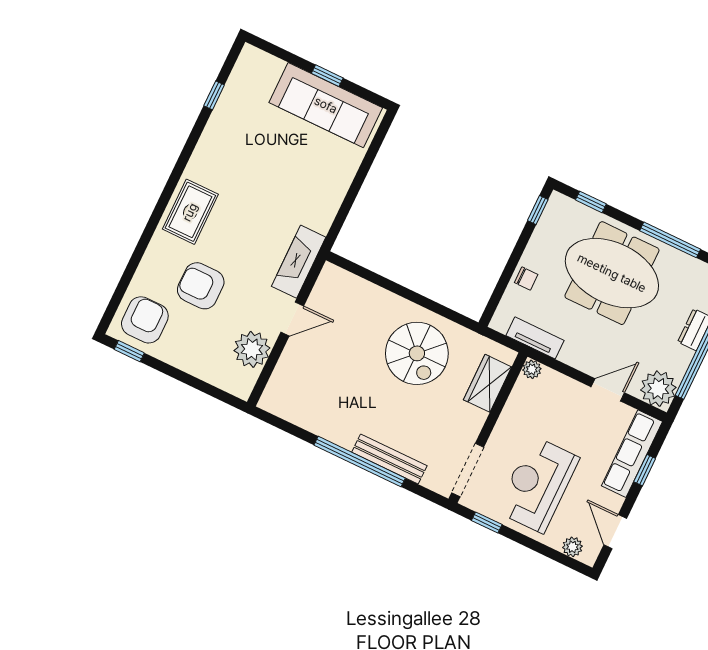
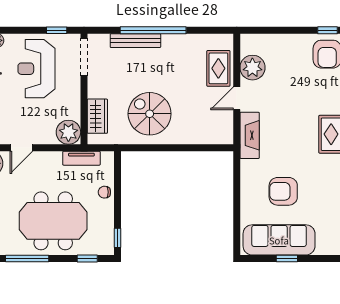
armchair: (201, 286) -> (283, 191), moved, turned 180
plant: (532, 369) -> (68, 132), width x1.88, depth x1.88
rug: (297, 370) -> (218, 68), added
reception desk: (538, 485) -> (36, 69), turned 180

